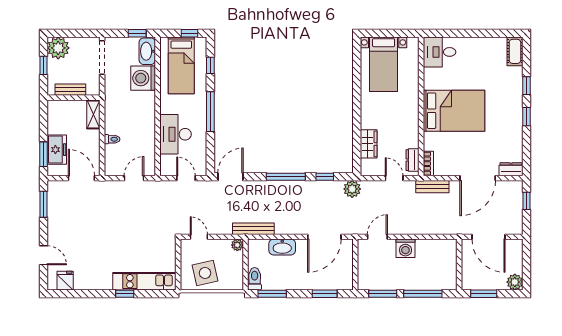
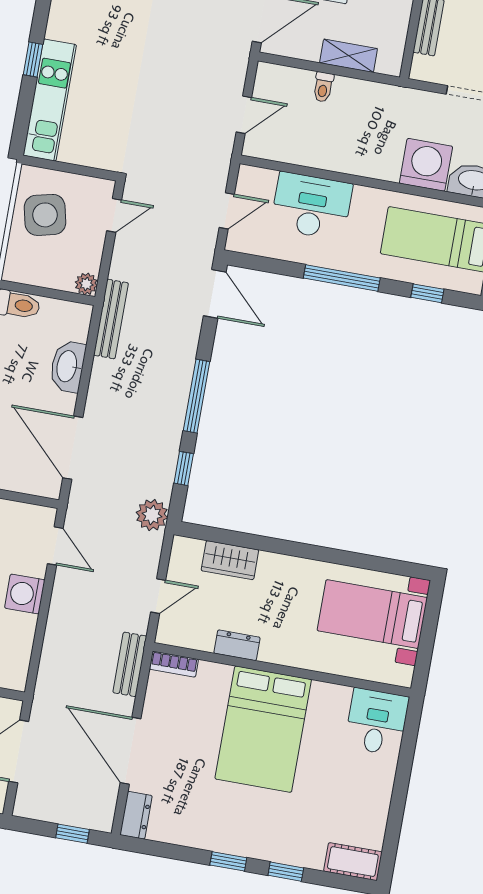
shelving: (93, 114) -> (349, 56), moved
dresser: (412, 160) -> (237, 645), moved
door: (134, 178) -> (244, 115), hinge flipped

